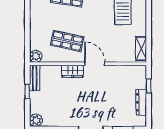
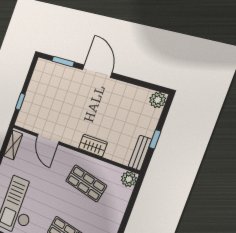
door: (95, 64) -> (48, 139), moved
dresser: (141, 102) -> (34, 86), removed

